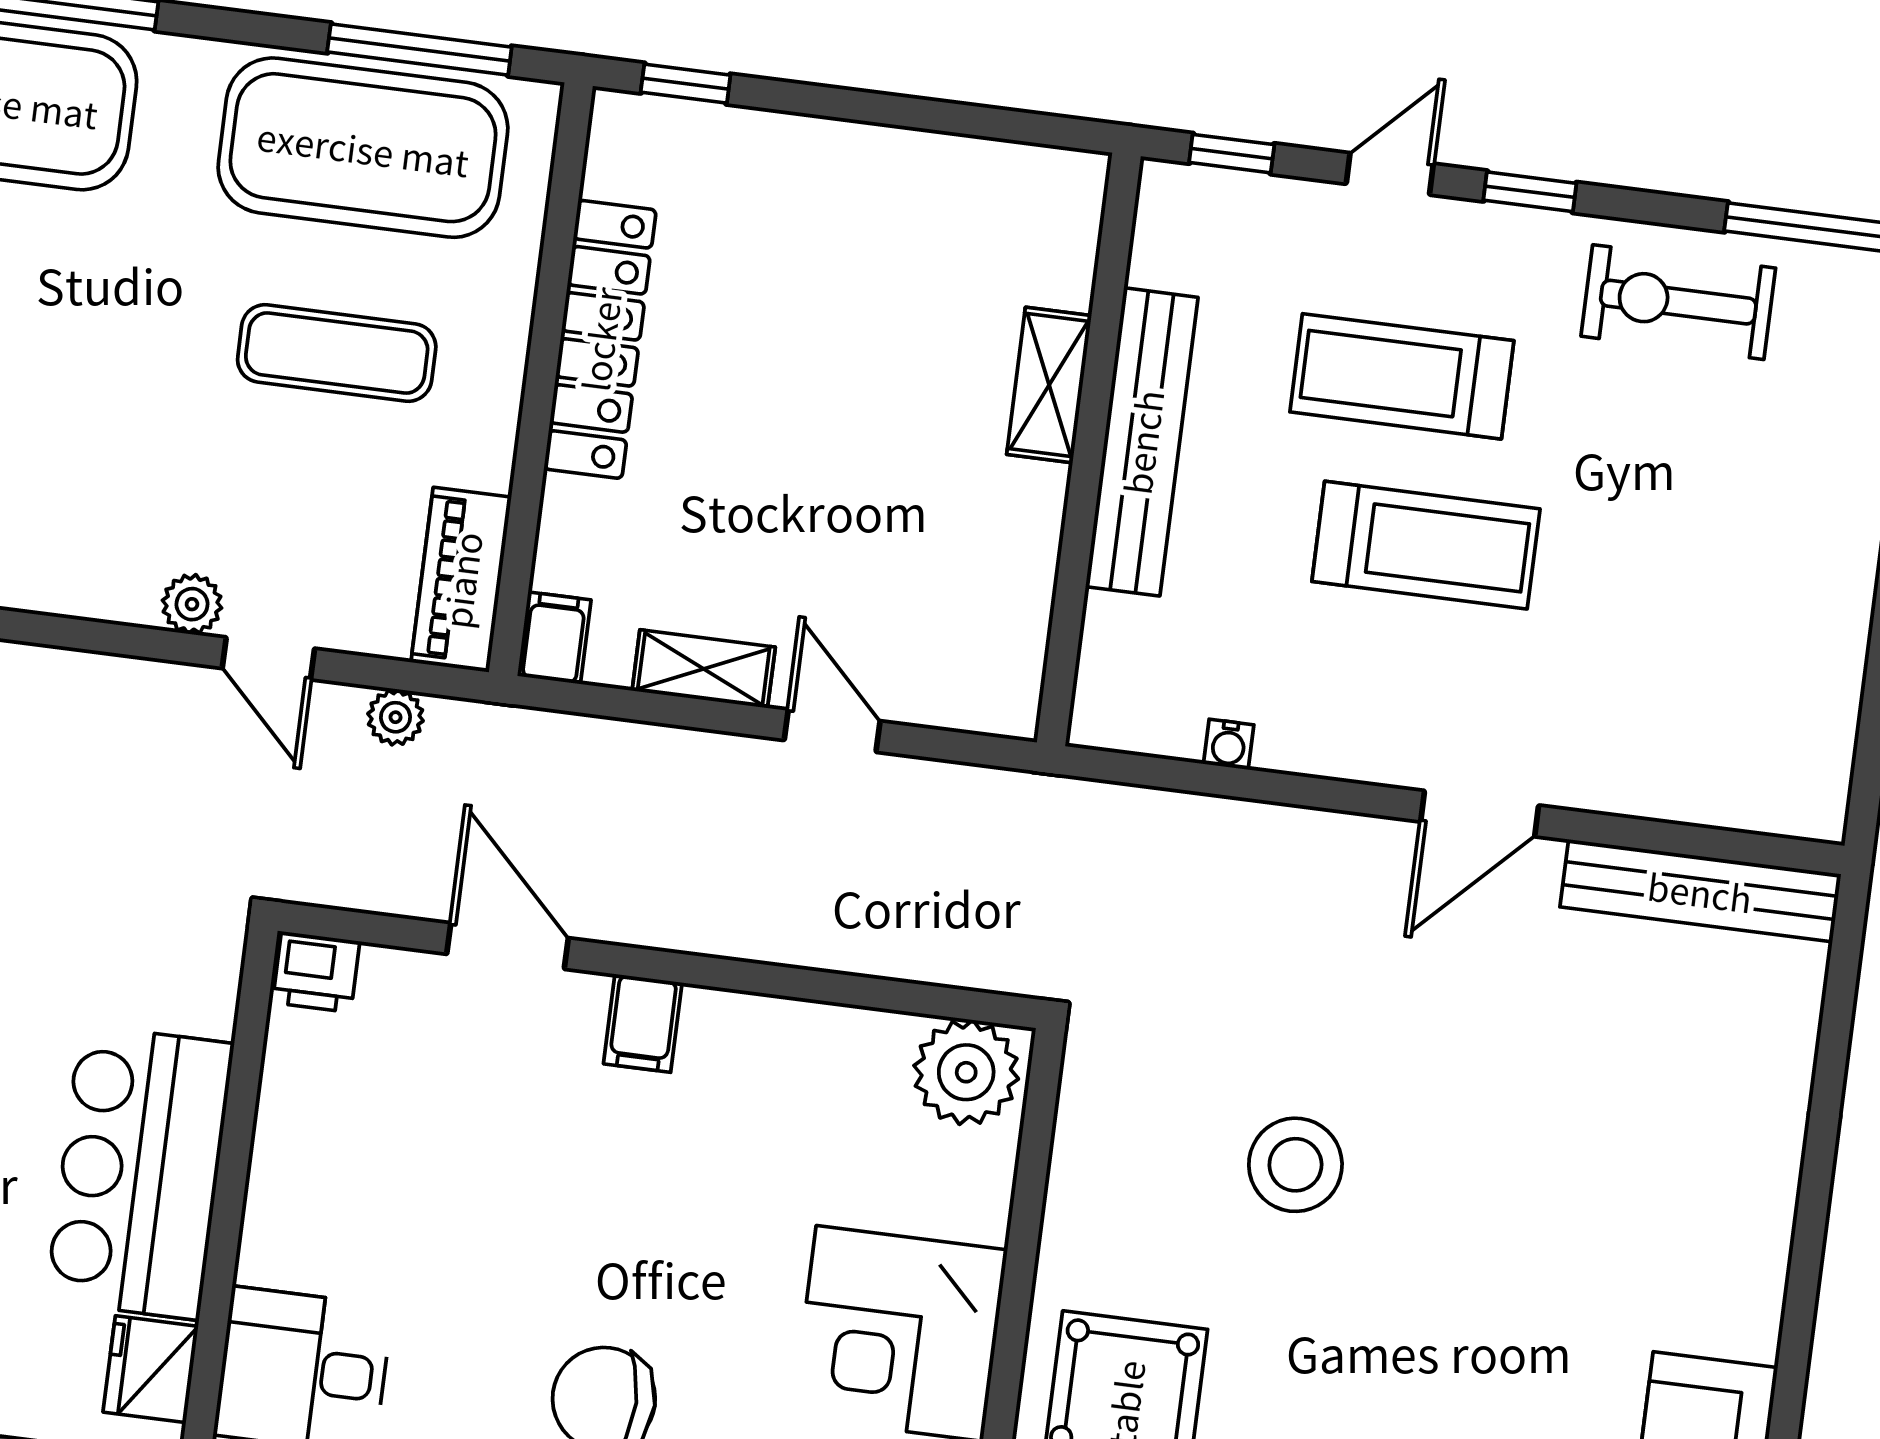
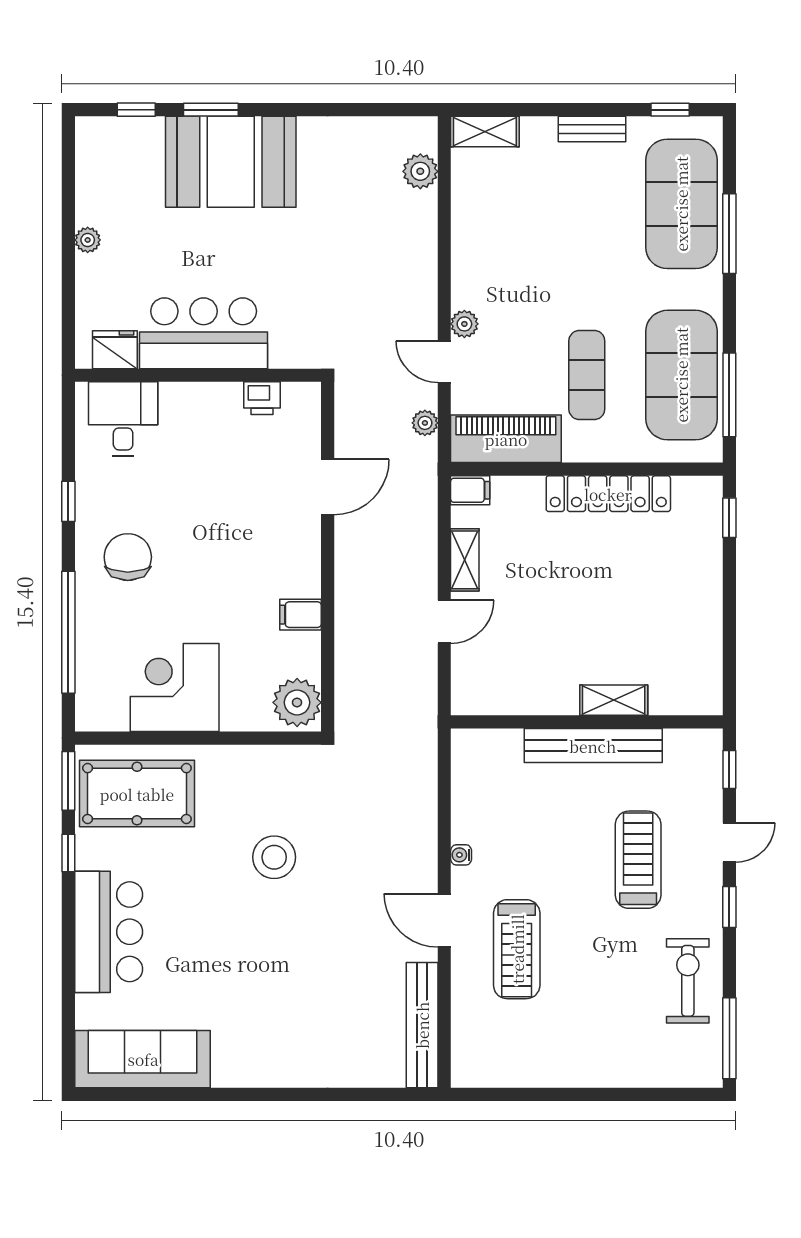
door: (1390, 174) -> (729, 842), hinge flipped
treadmill: (1426, 545) -> (517, 949), moved
piano: (461, 580) -> (506, 439), width x1.37, depth x1.33
door: (268, 658) -> (444, 362), hinge flipped
water cooler: (1229, 744) -> (461, 855), moved
printer: (316, 972) -> (262, 398), moved, turned -90
filing cabinet: (643, 1023) -> (300, 615), moved

